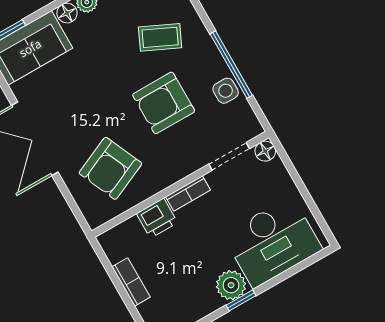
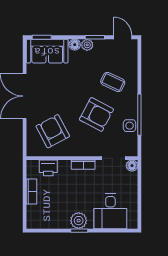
armchair: (164, 103) -> (96, 114), turned -152
armchair: (110, 168) -> (53, 131), turned 86
printer: (157, 218) -> (48, 168), moved
desk: (273, 242) -> (110, 211), width x0.73

